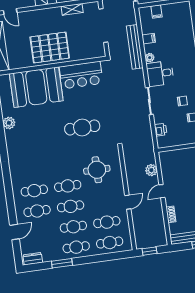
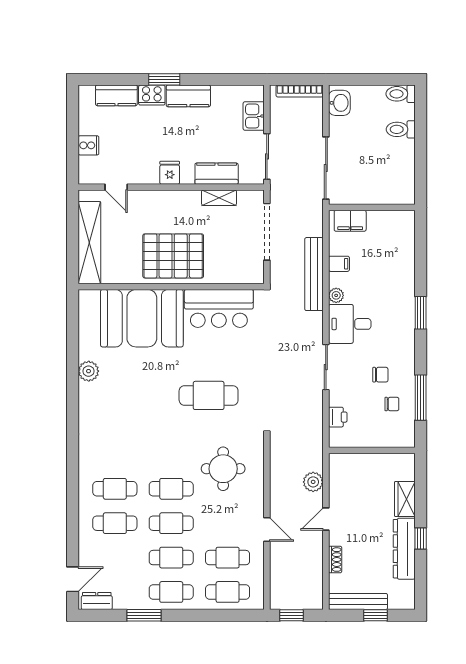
filing cabinet: (157, 12) -> (350, 221), width x2.00
door: (128, 202) -> (267, 529), hinge flipped
door: (15, 232) -> (73, 579), moved

